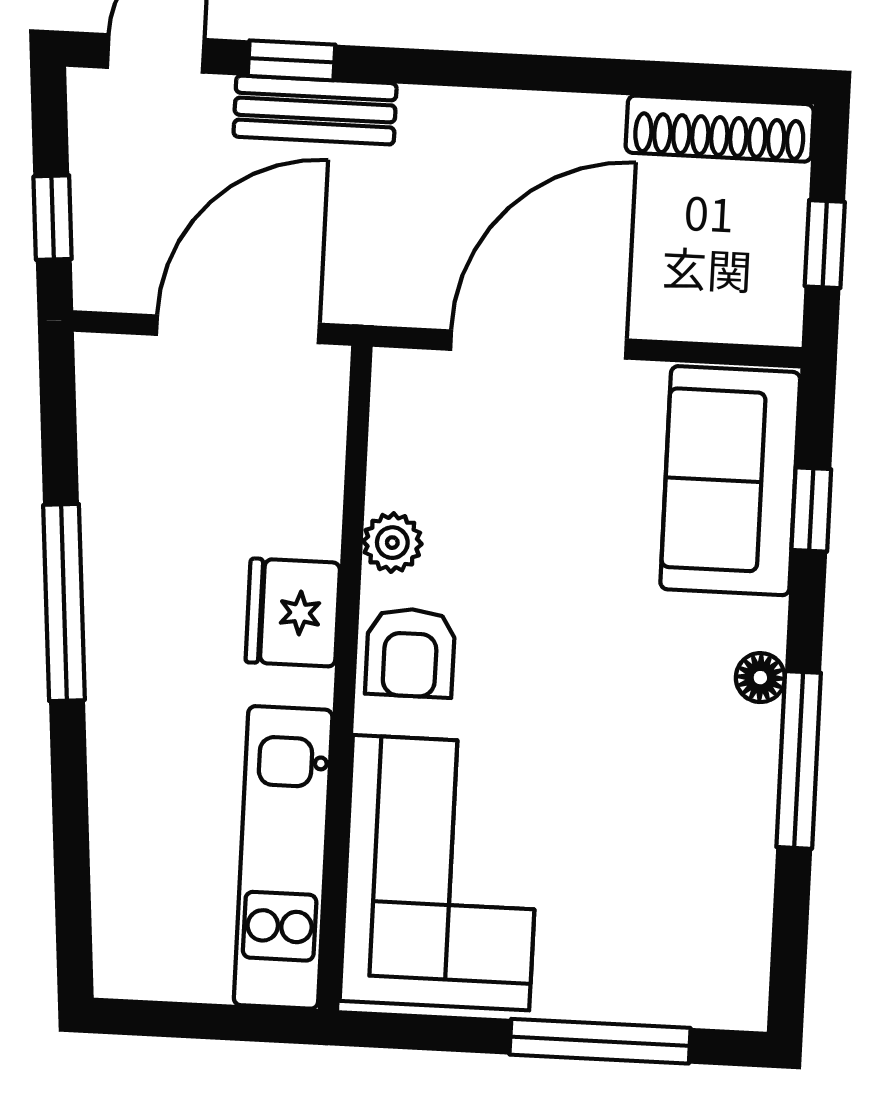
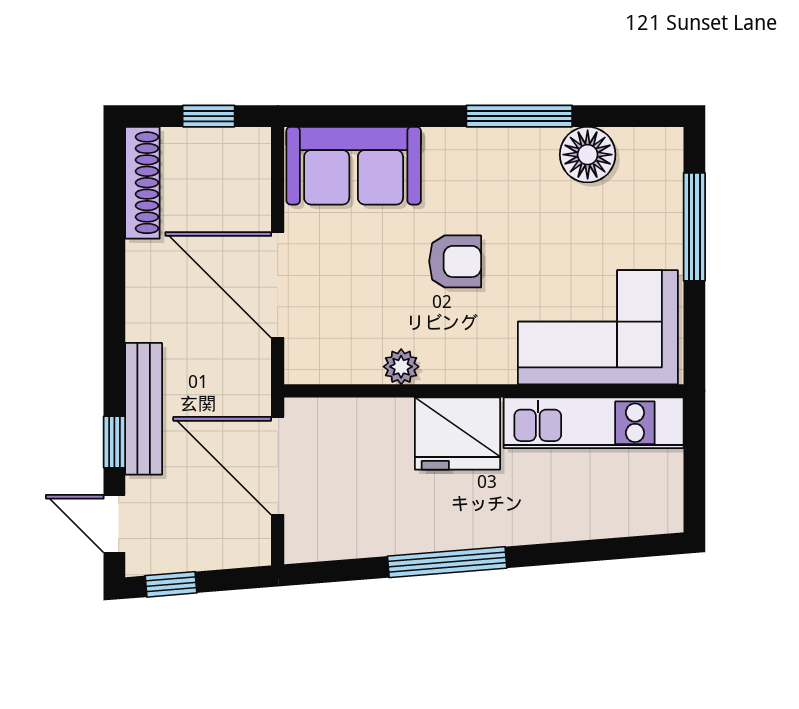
bench: (315, 110) -> (144, 409), width x1.36
window: (53, 218) -> (171, 584), moved
window: (811, 510) -> (368, 116), removed
fridge: (293, 613) -> (457, 433), width x1.36, depth x1.34
armchair: (410, 653) -> (455, 261), moved
floor lamp: (760, 678) -> (588, 155), moved, width x1.89, depth x1.89

